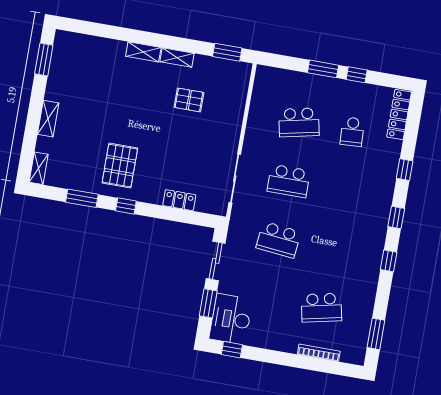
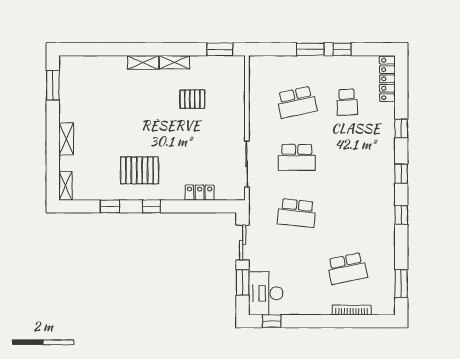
pallet: (120, 166) -> (140, 170), turned 90
window: (82, 198) -> (110, 206), width x0.67

